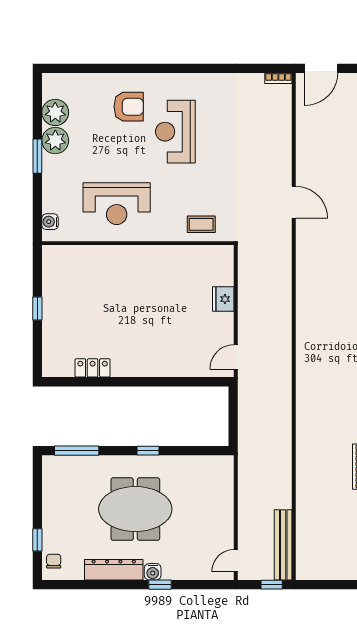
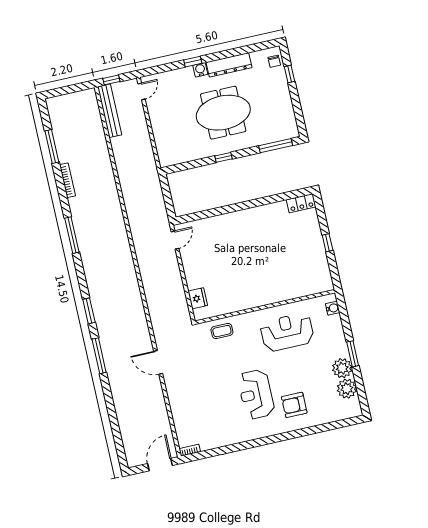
reception desk: (175, 132) -> (256, 394), turned 180
fridge: (223, 299) -> (198, 298), moved
locker: (93, 368) -> (301, 203), moved

